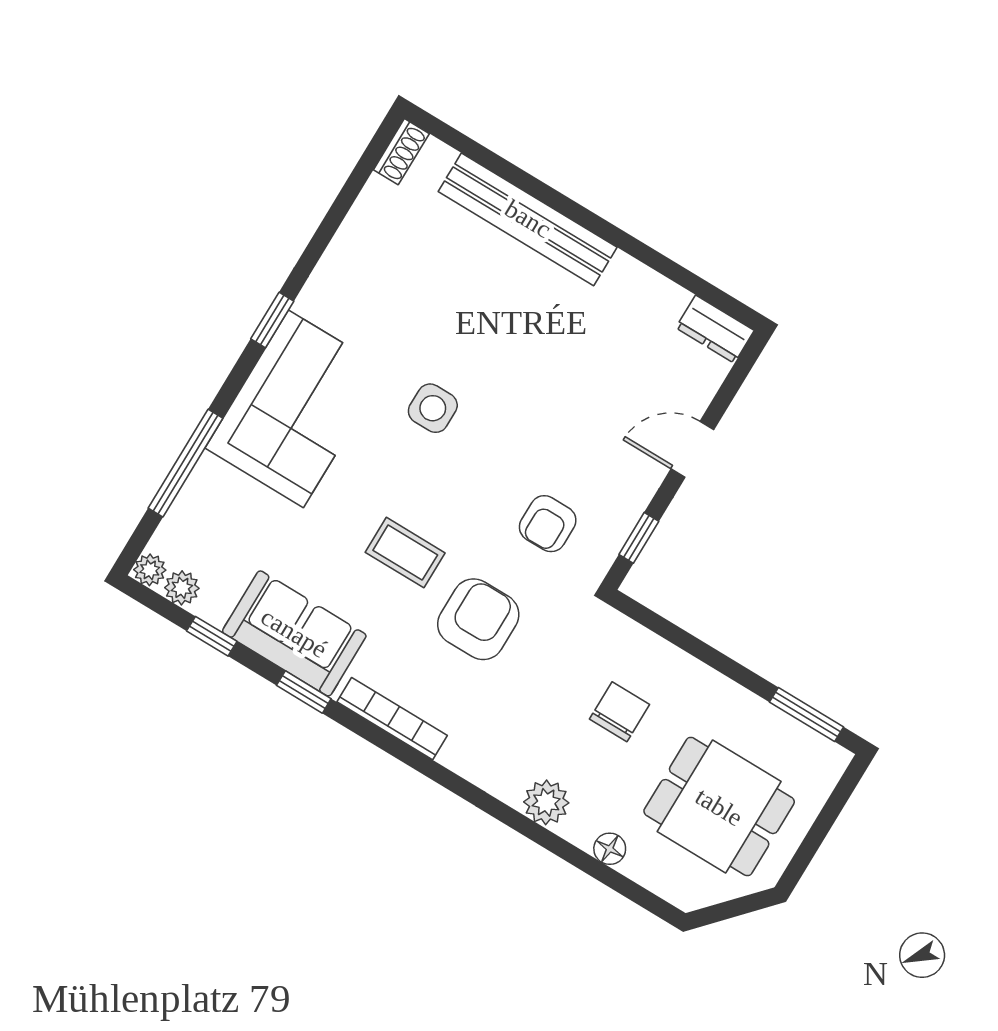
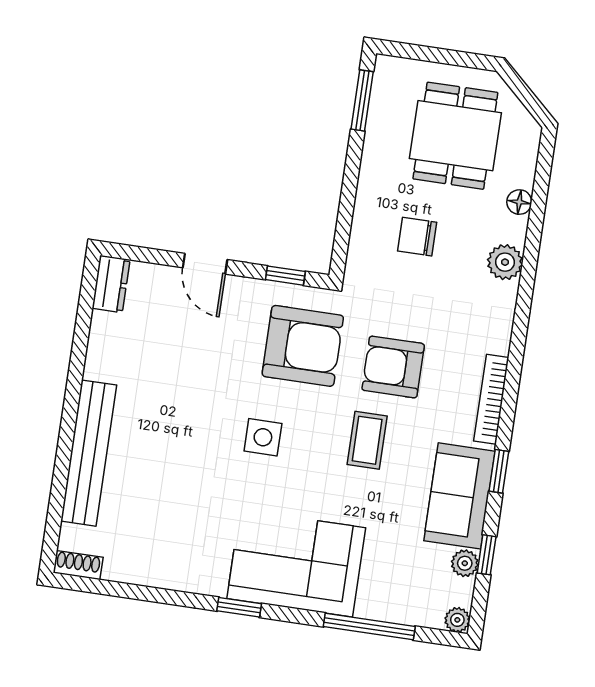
side table: (433, 408) -> (263, 437), moved
armchair: (548, 524) -> (303, 346), width x1.88, depth x1.88
plant: (182, 588) -> (465, 563), moved

